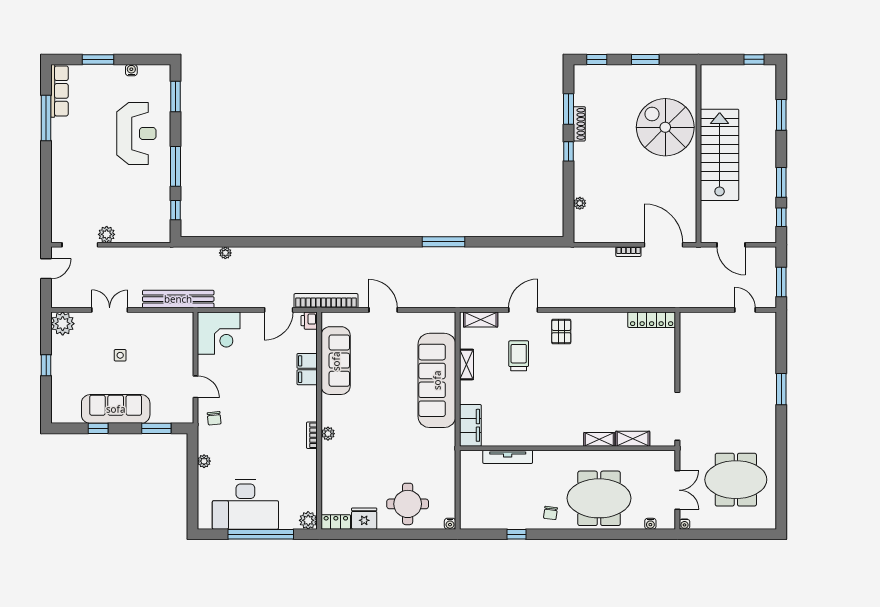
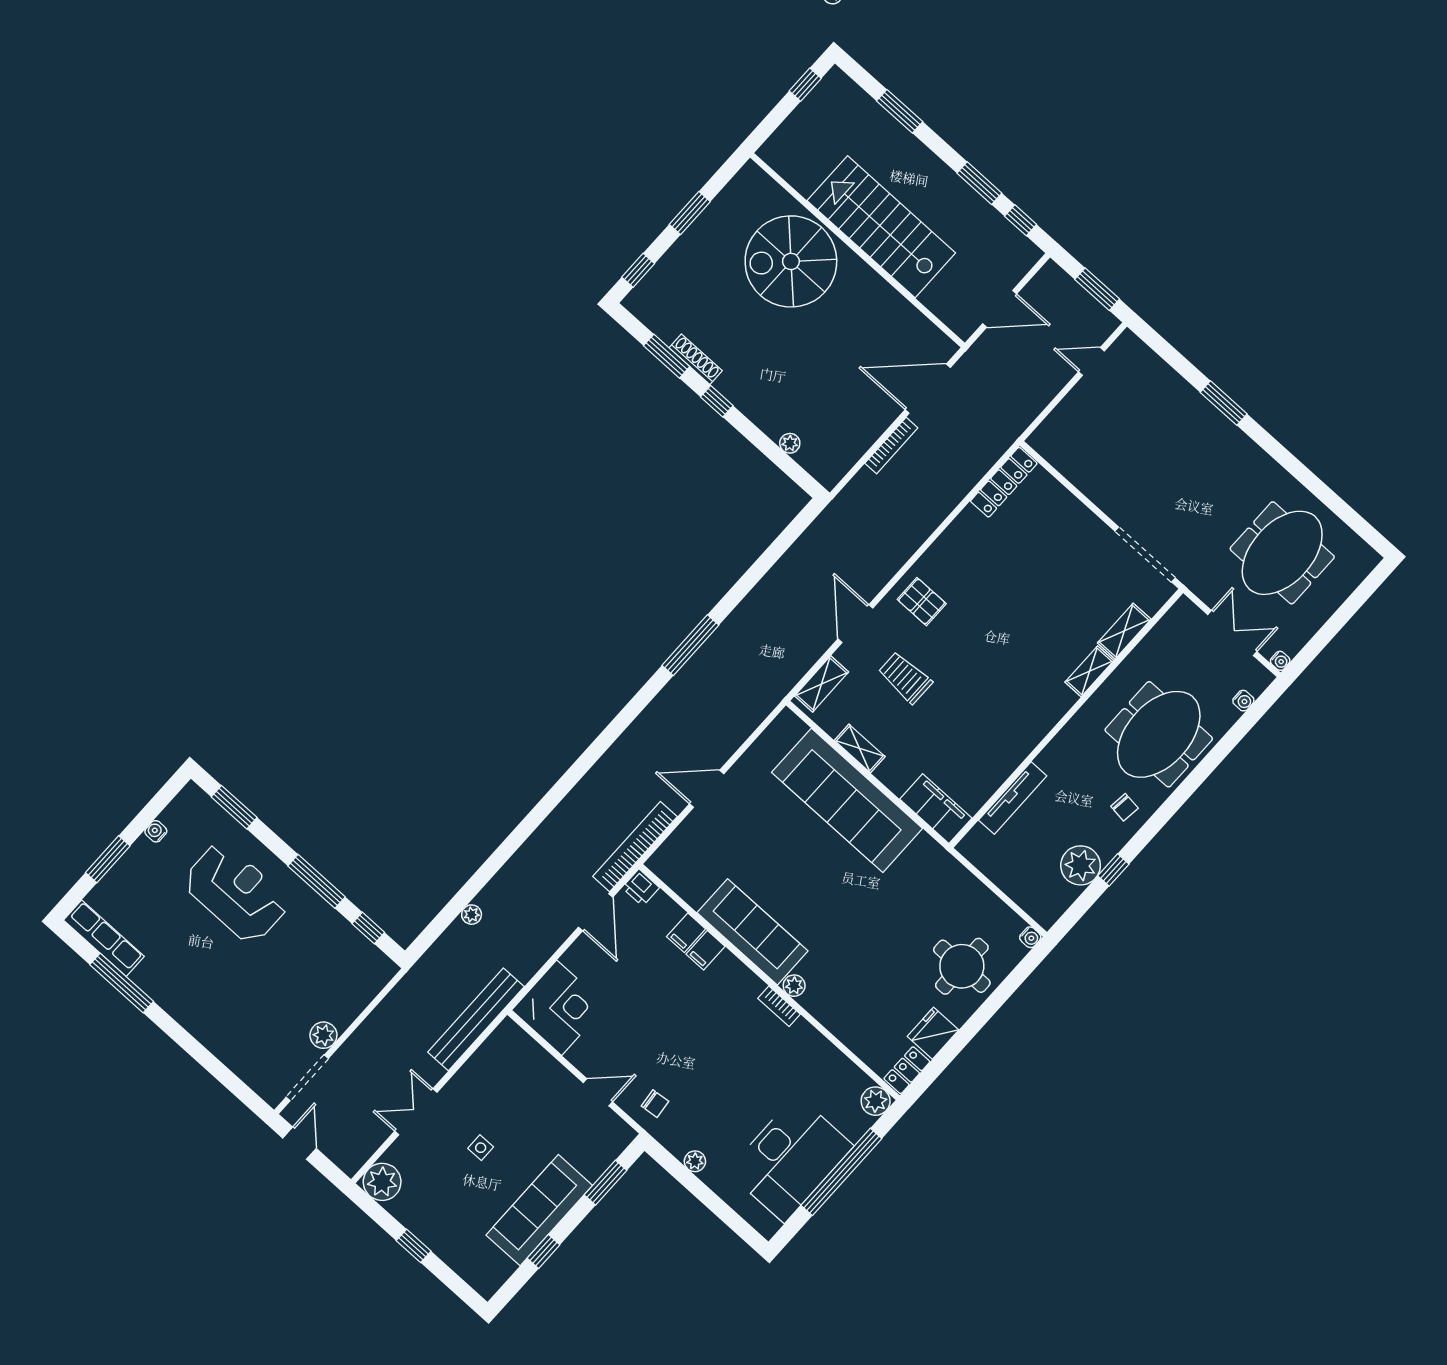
bookcase: (628, 252) -> (891, 446), width x1.56
sofa: (336, 361) -> (753, 932), moved
plant: (505, 517) -> (1081, 865), added

